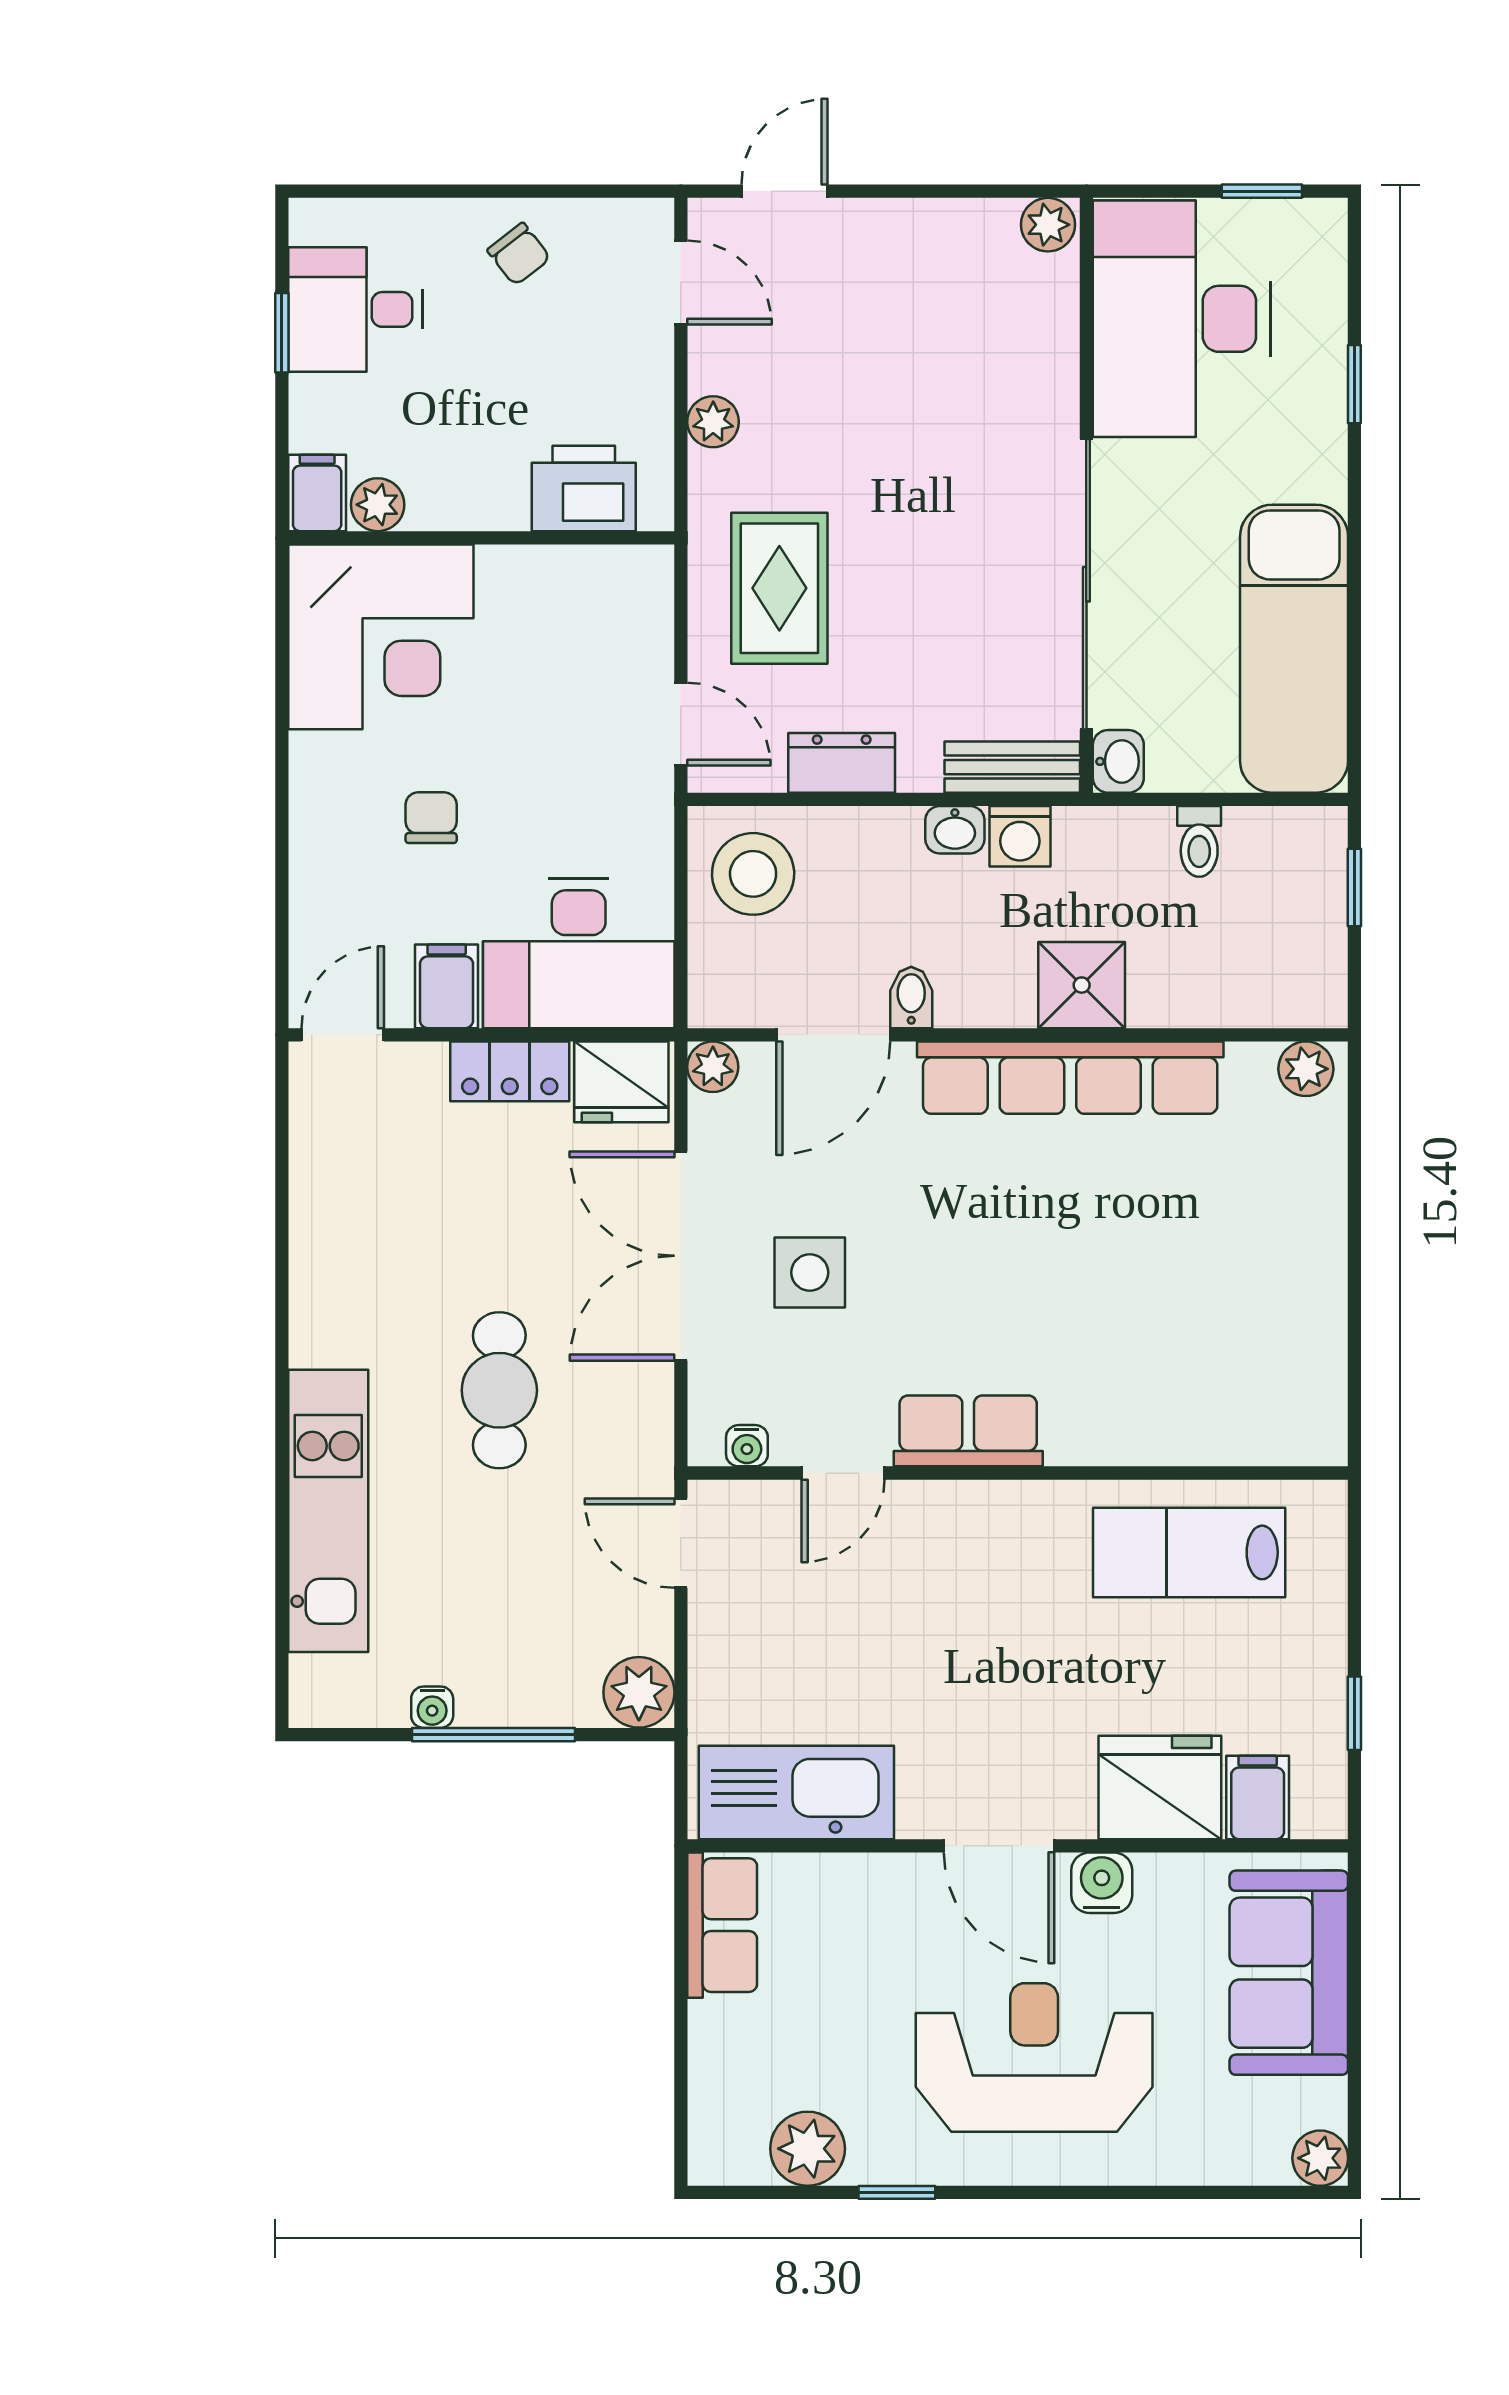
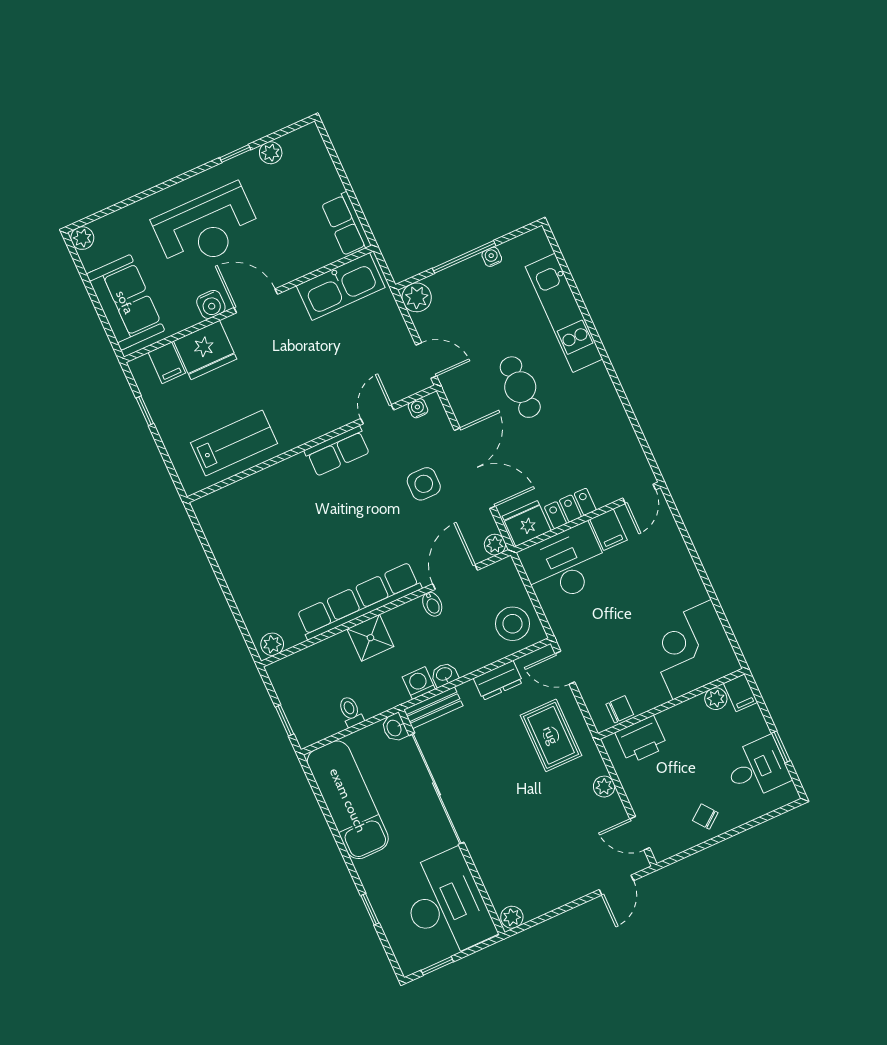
chair: (431, 818) -> (620, 709), moved, turned -90
plant: (808, 2149) -> (271, 153), width x0.73, depth x0.73

